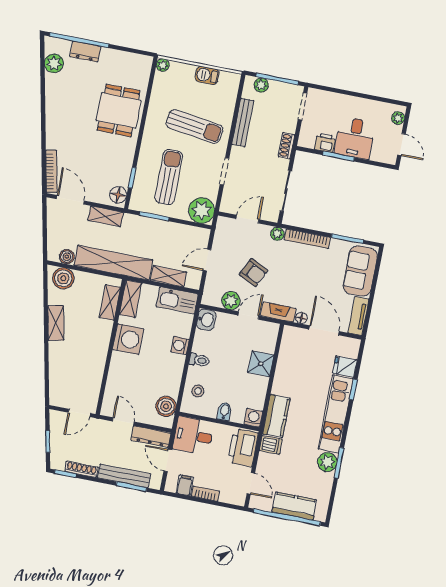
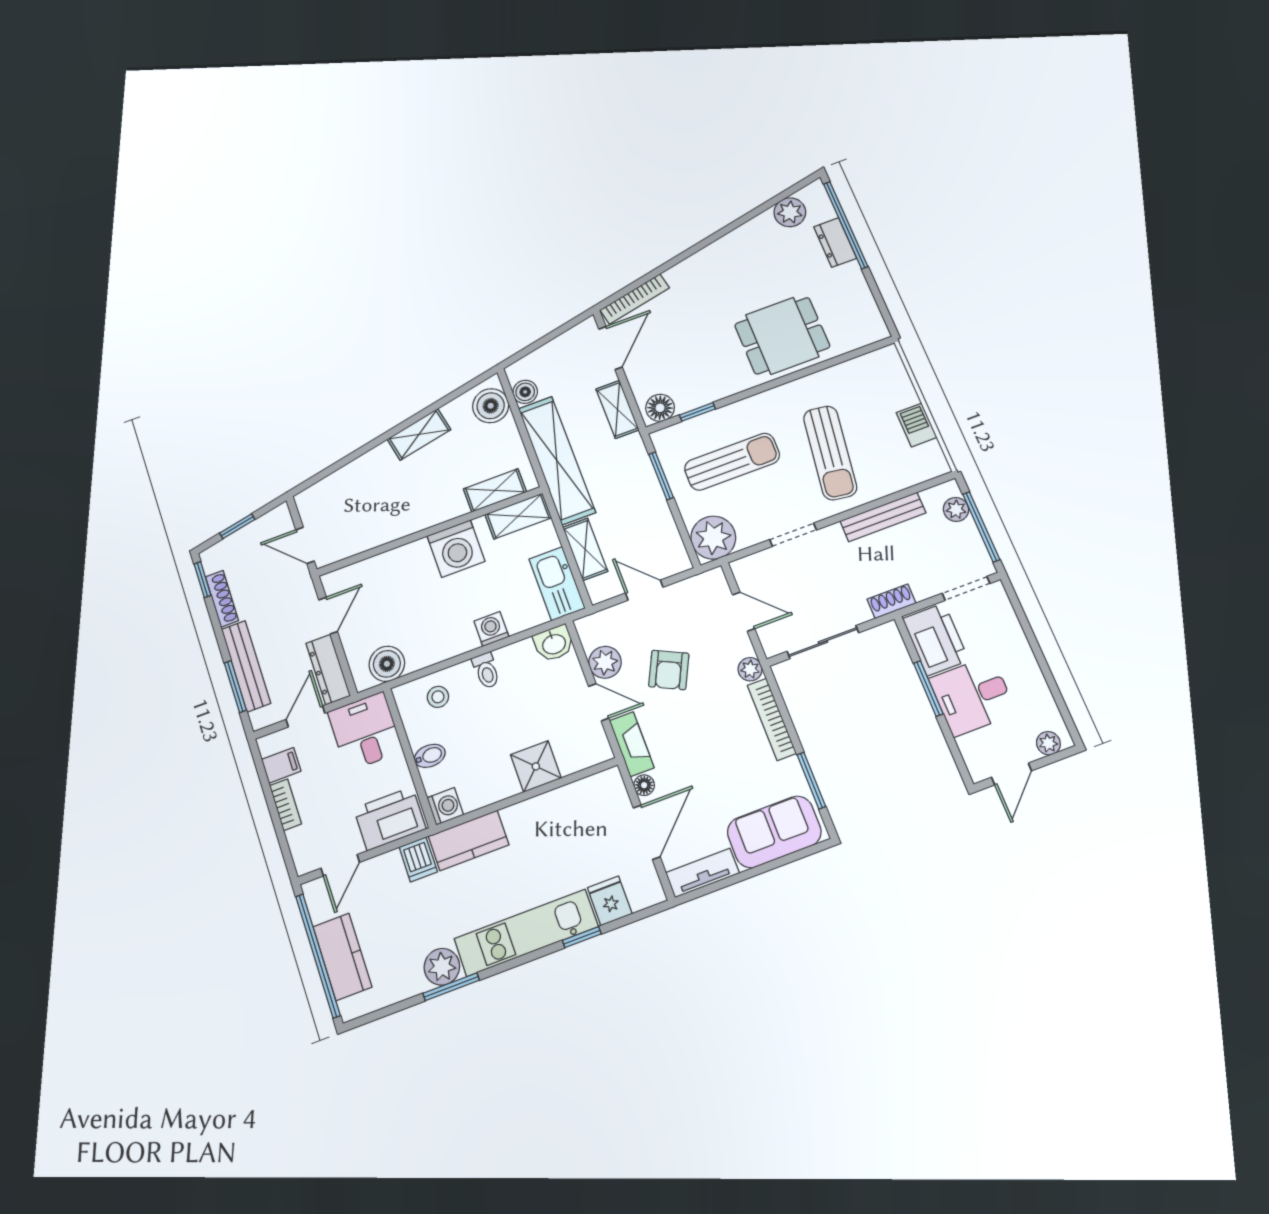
plant: (163, 65) -> (889, 356), removed
printer: (325, 143) -> (936, 639), width x1.87, depth x1.48

